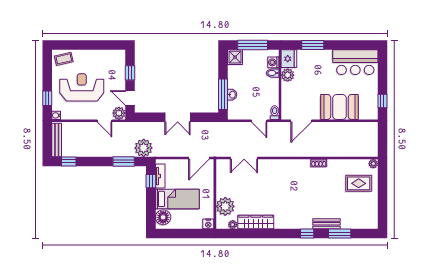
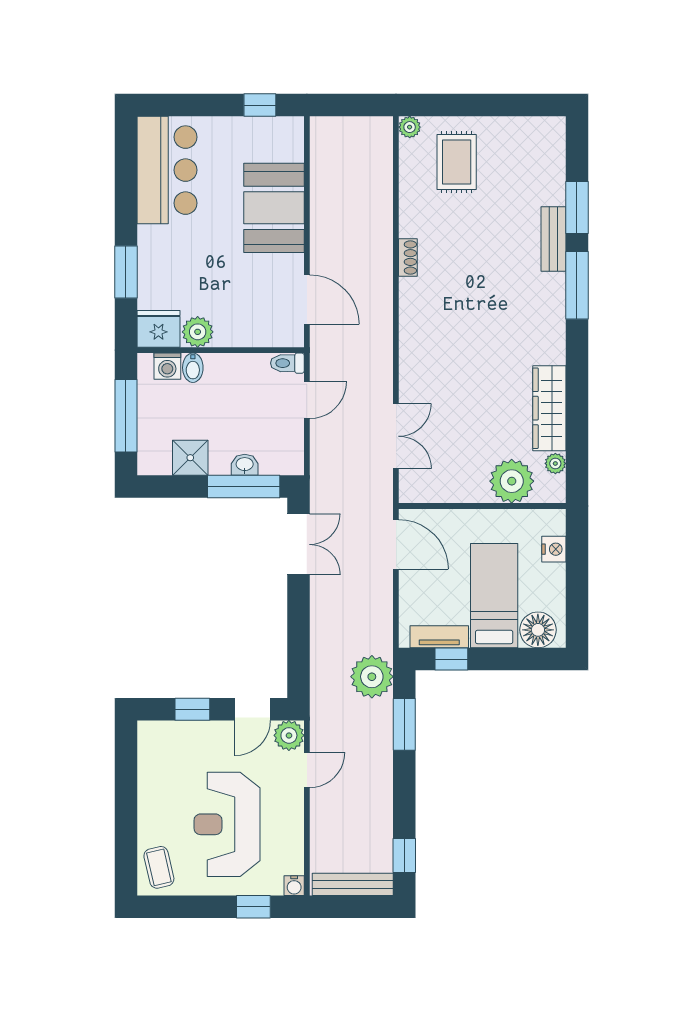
shower: (235, 57) -> (190, 458), moved
double door: (178, 117) -> (299, 544), moved
nightstand: (208, 224) -> (554, 549), moved
window: (307, 234) -> (577, 285), width x2.17

